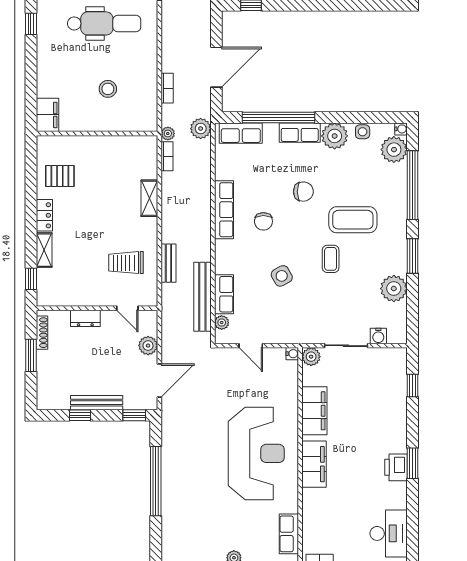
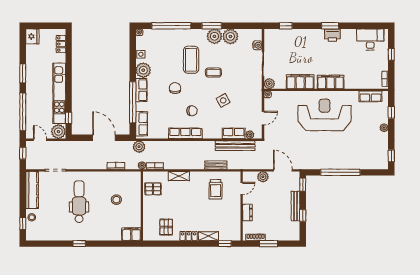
plant: (394, 150) -> (214, 36), moved
pallet: (127, 153) -> (153, 189), added

